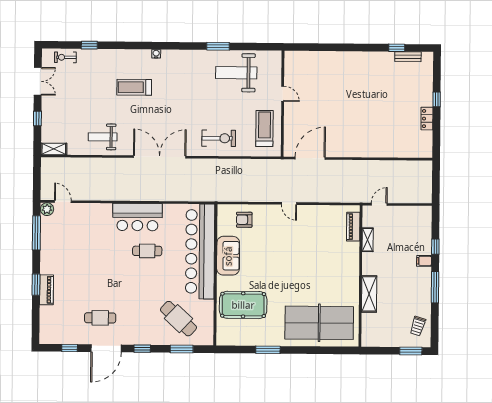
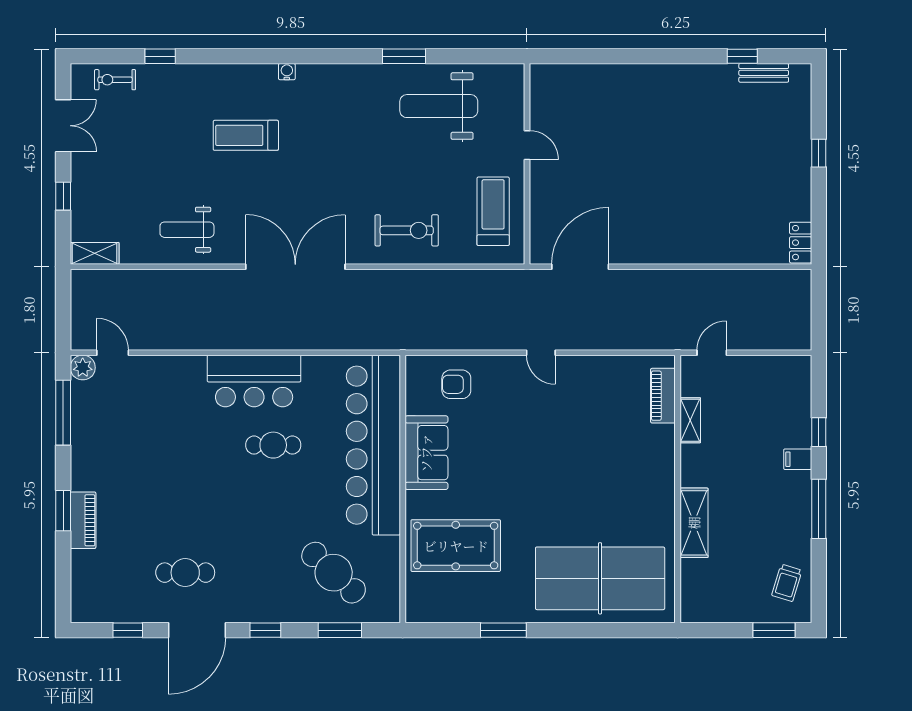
locker: (427, 119) -> (801, 243), moved

